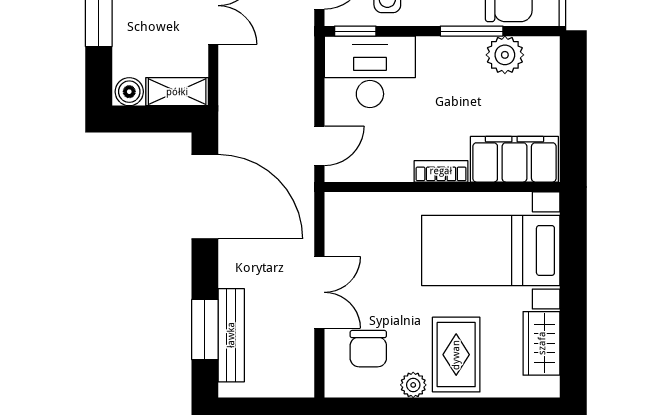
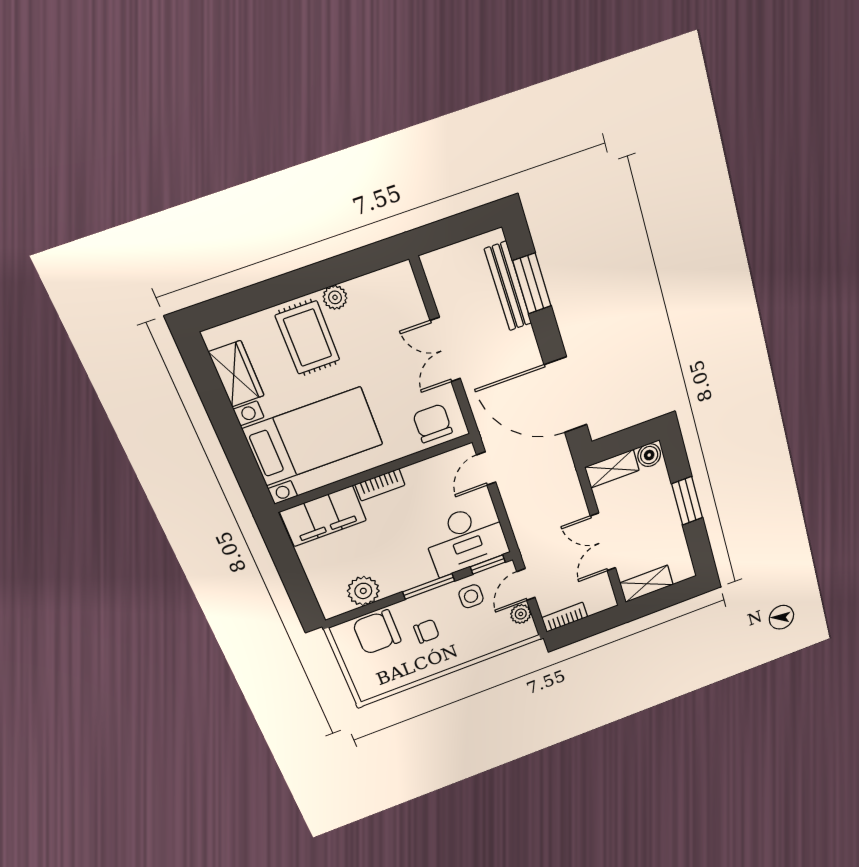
window: (472, 31) -> (429, 586), moved
chair: (368, 349) -> (433, 423), moved

